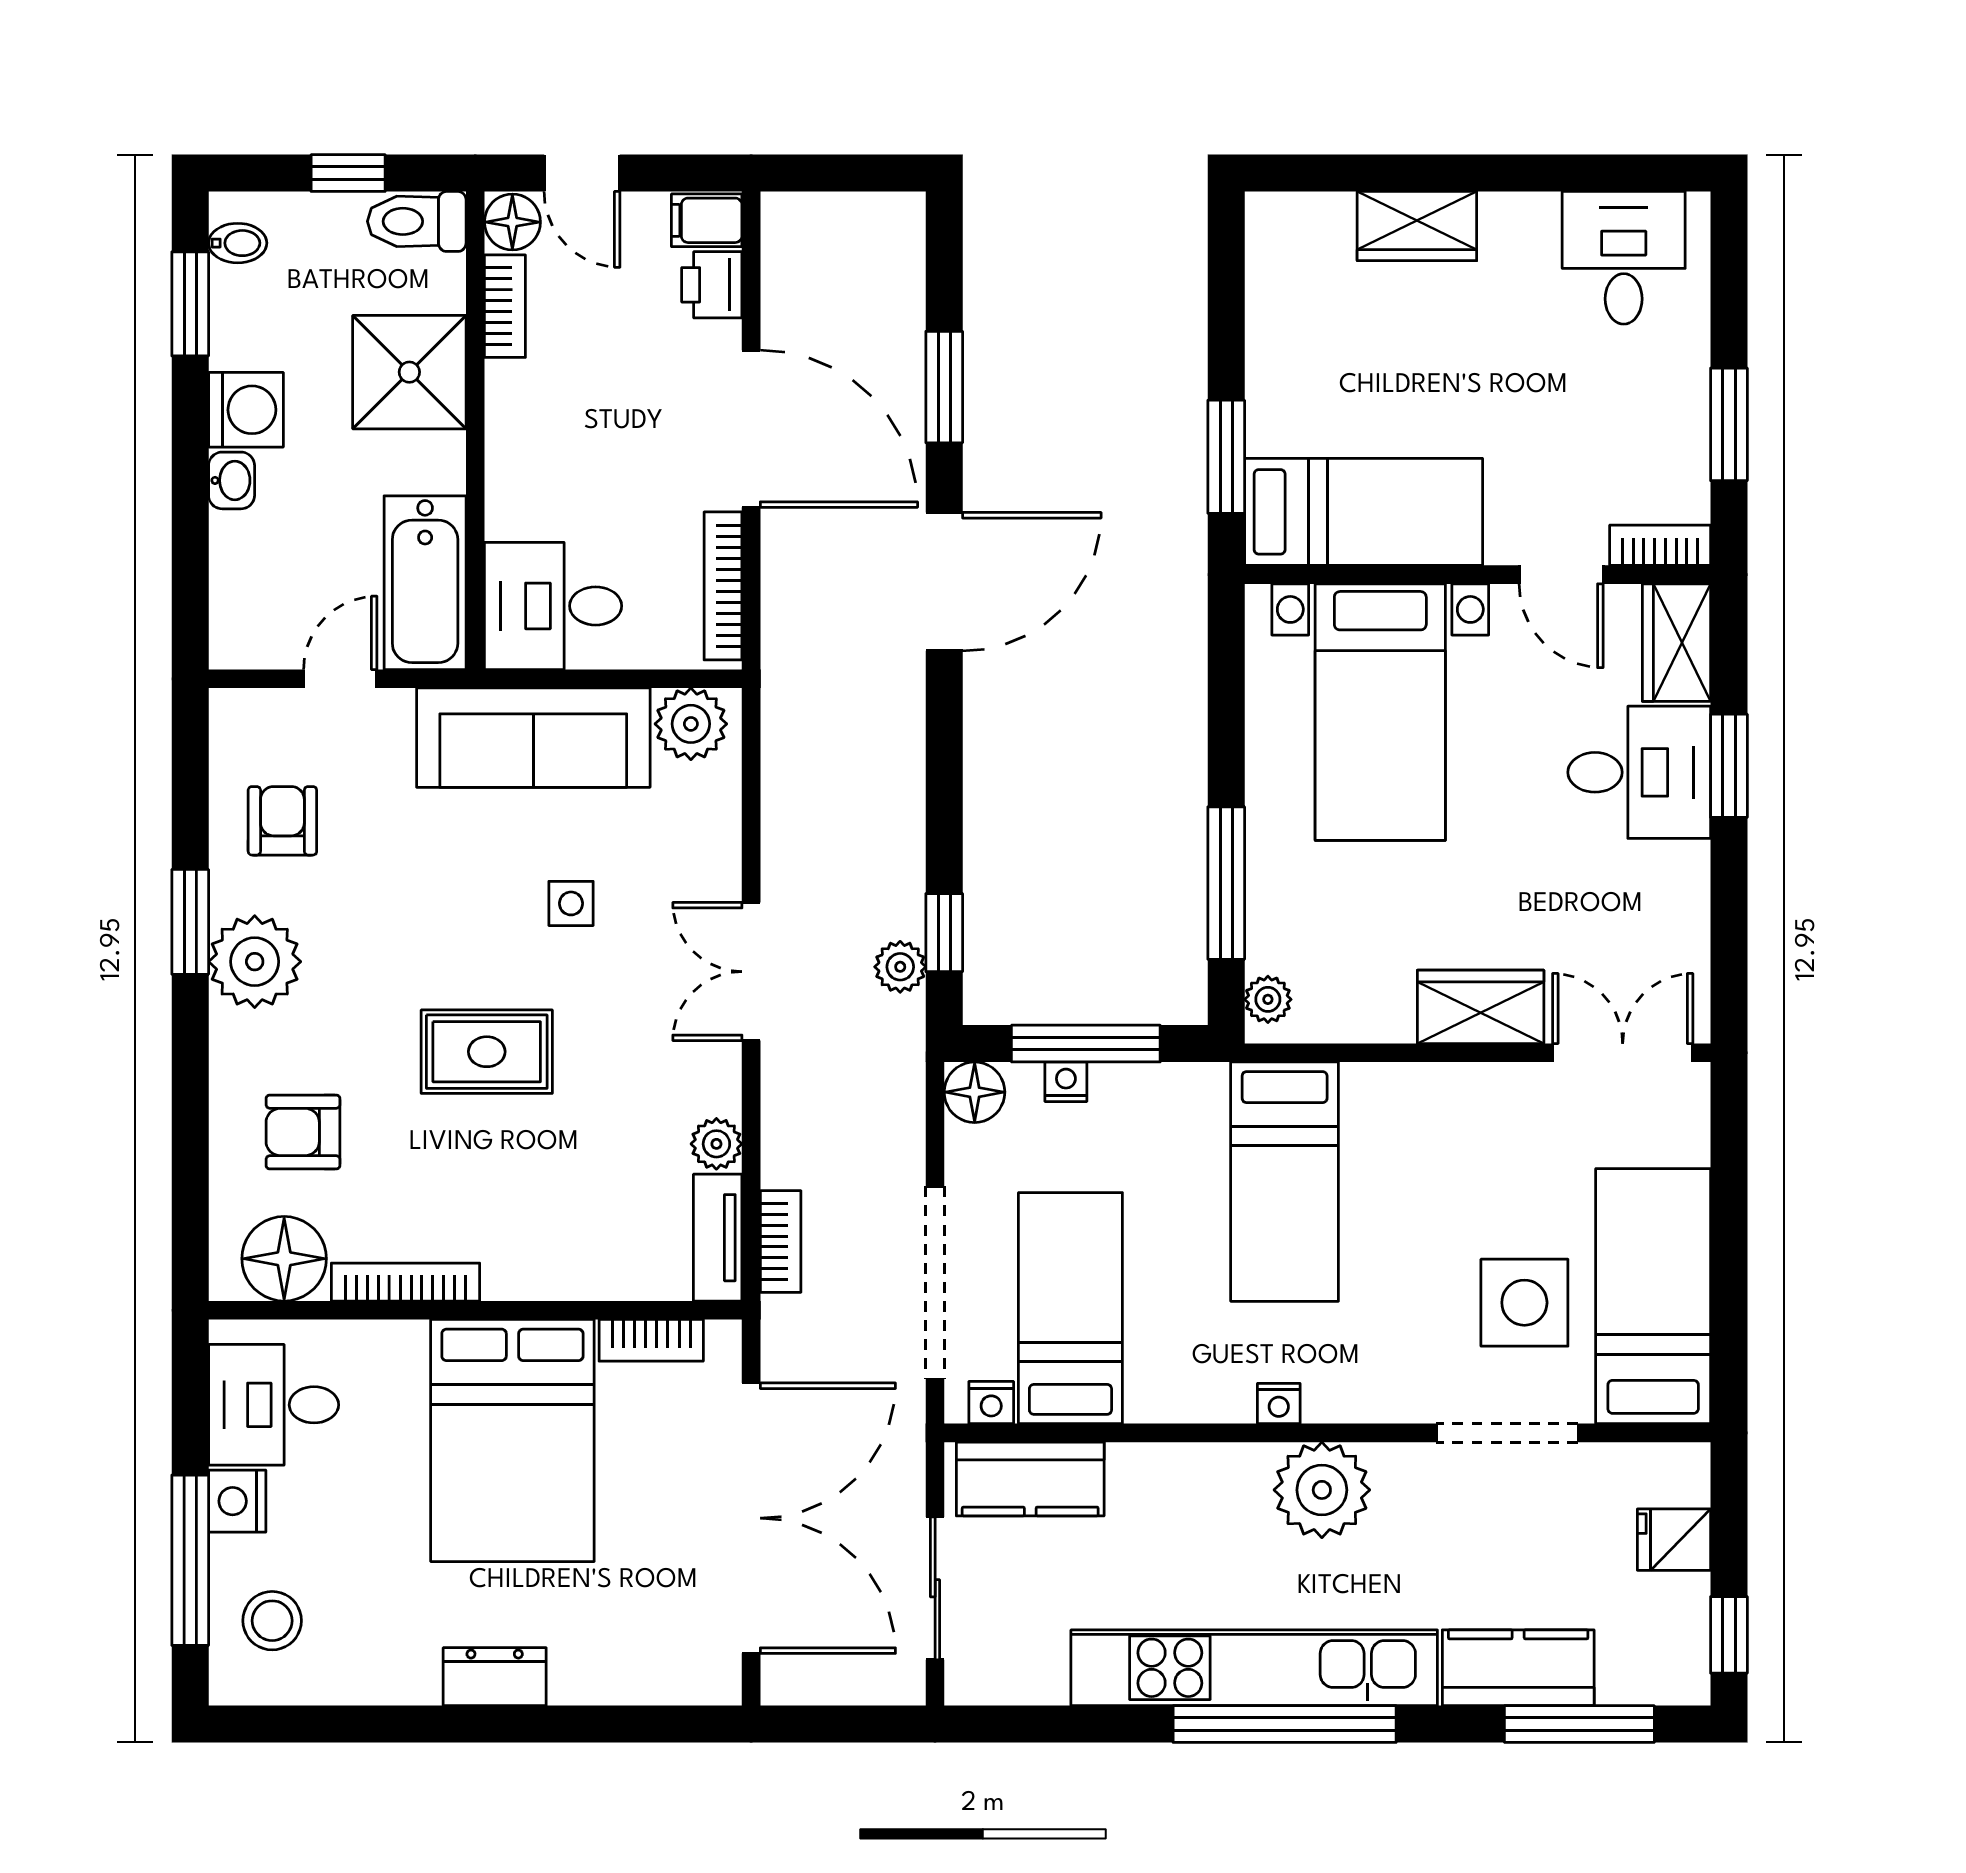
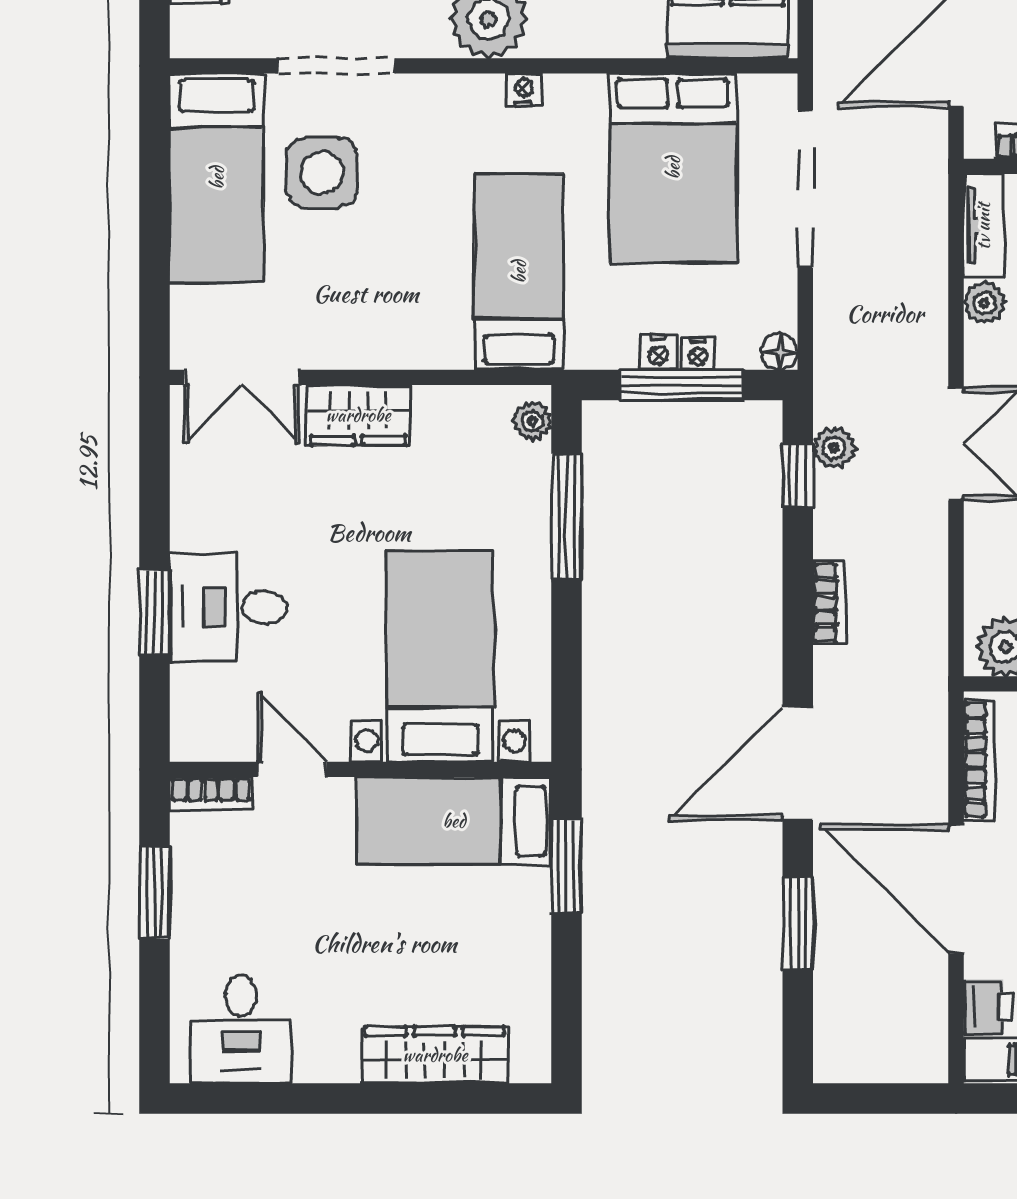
wardrobe: (1417, 226) -> (435, 1055), width x1.50
wardrobe: (1676, 643) -> (198, 714), removed
floor lamp: (975, 1092) -> (780, 352), width x0.73, depth x0.73
bookcase: (781, 1242) -> (829, 603), moved, turned 180
bed: (1070, 1308) -> (673, 168), width x1.50
nightstand: (991, 1403) -> (658, 353), moved, turned 180

